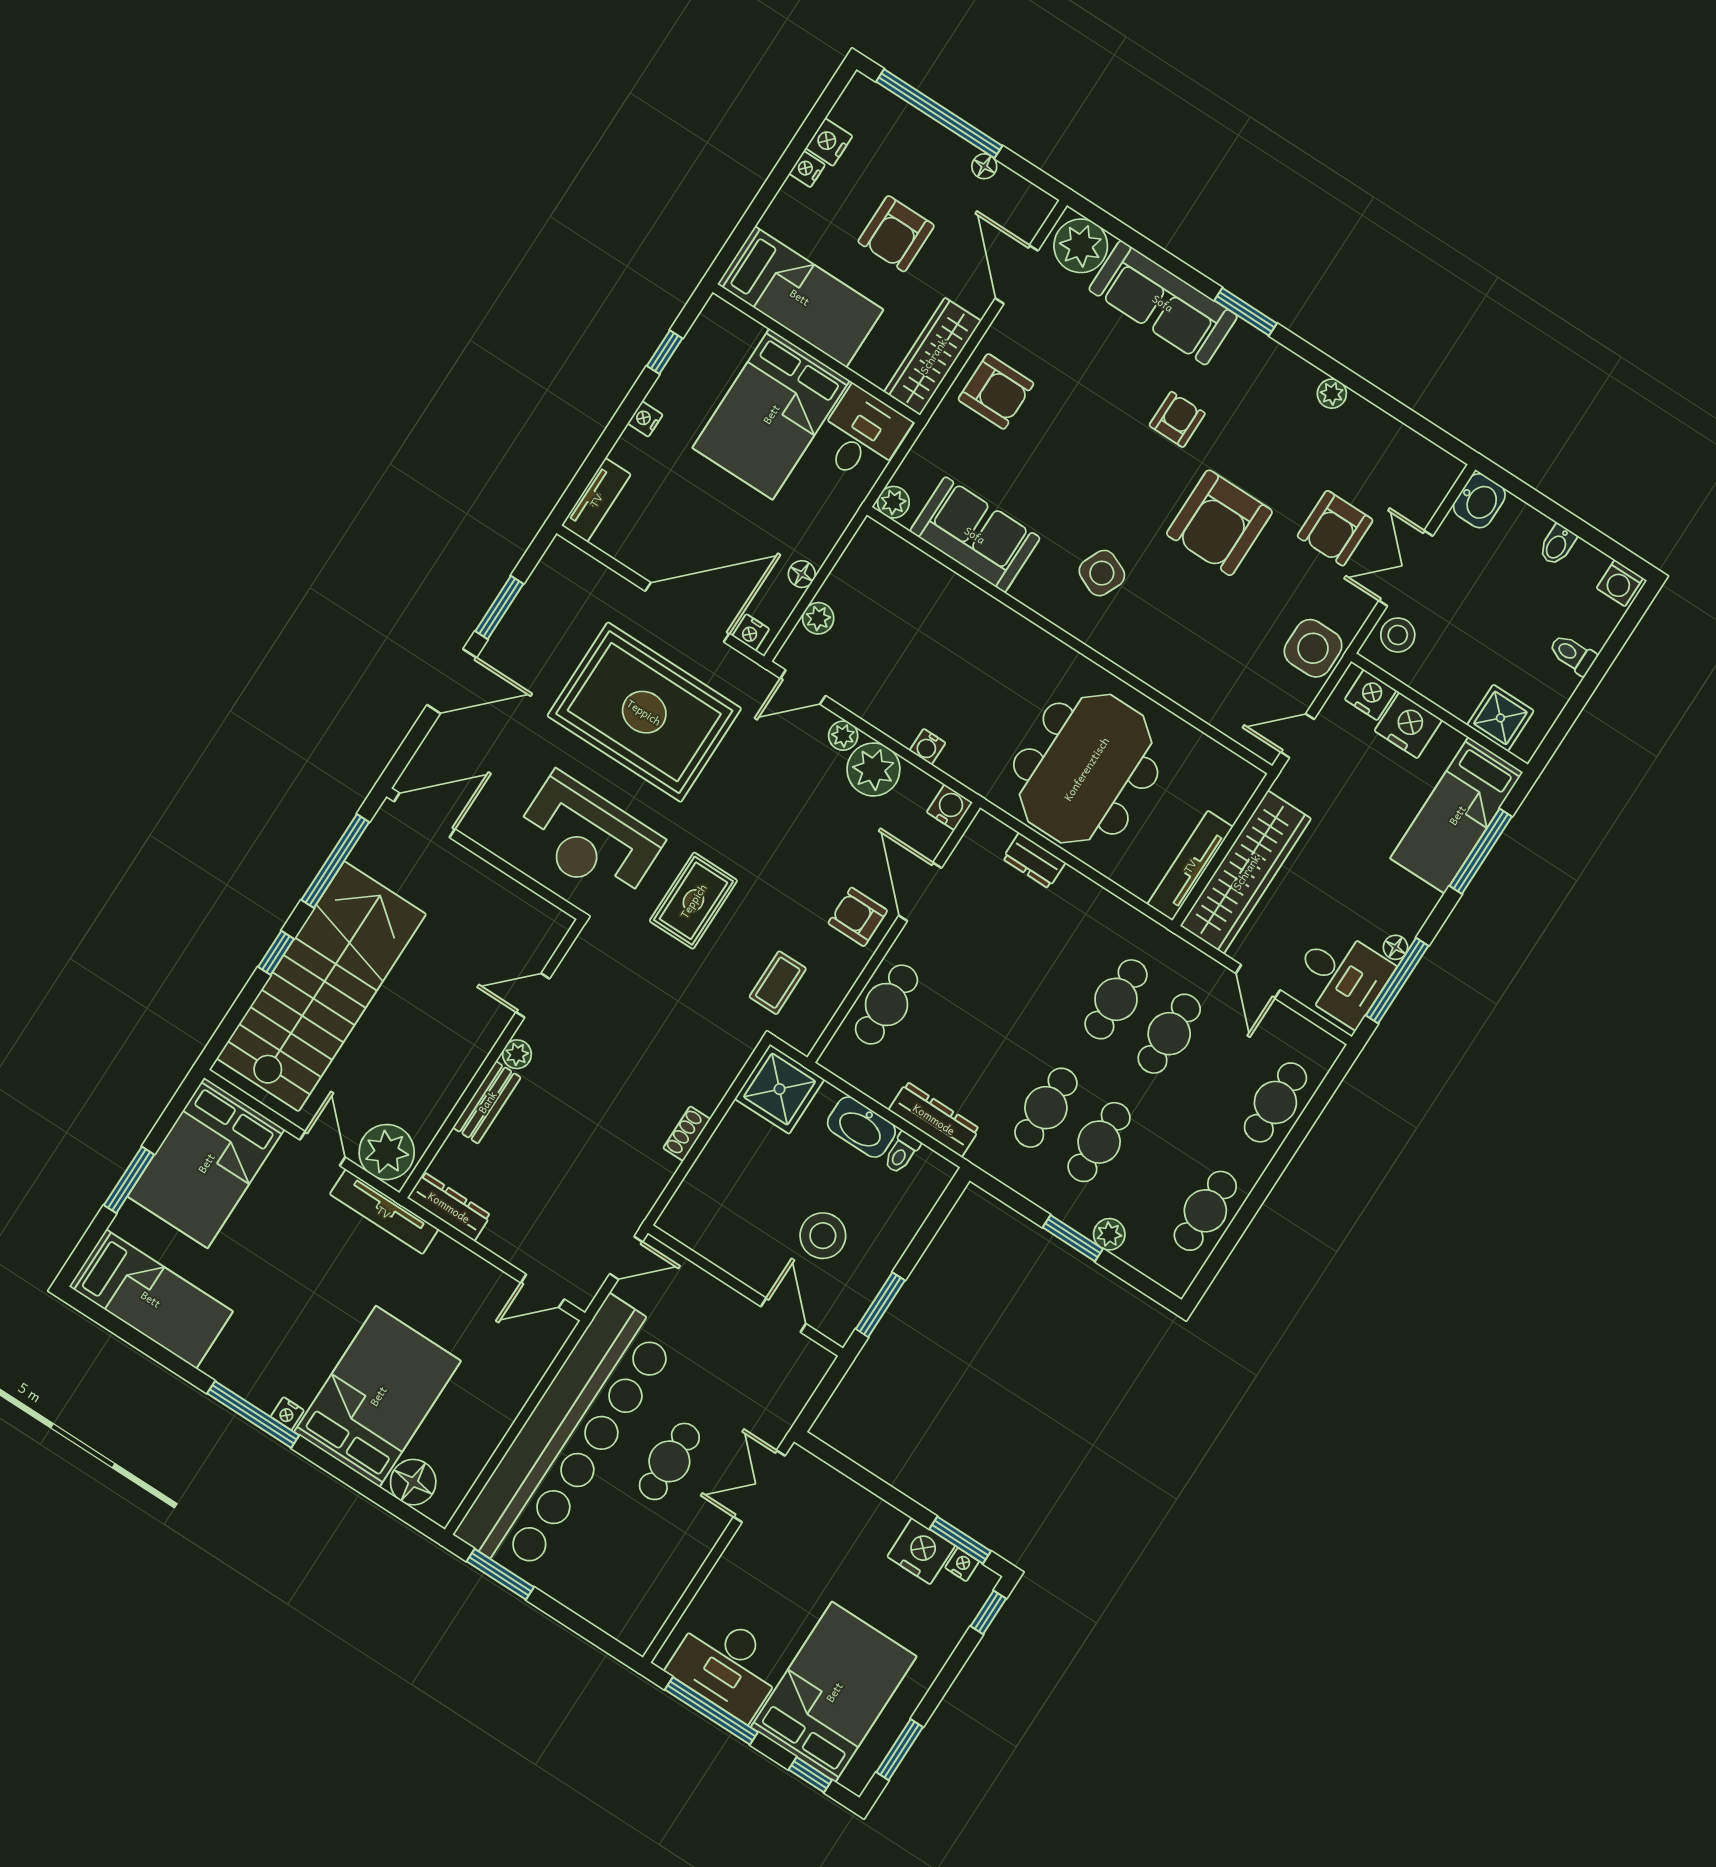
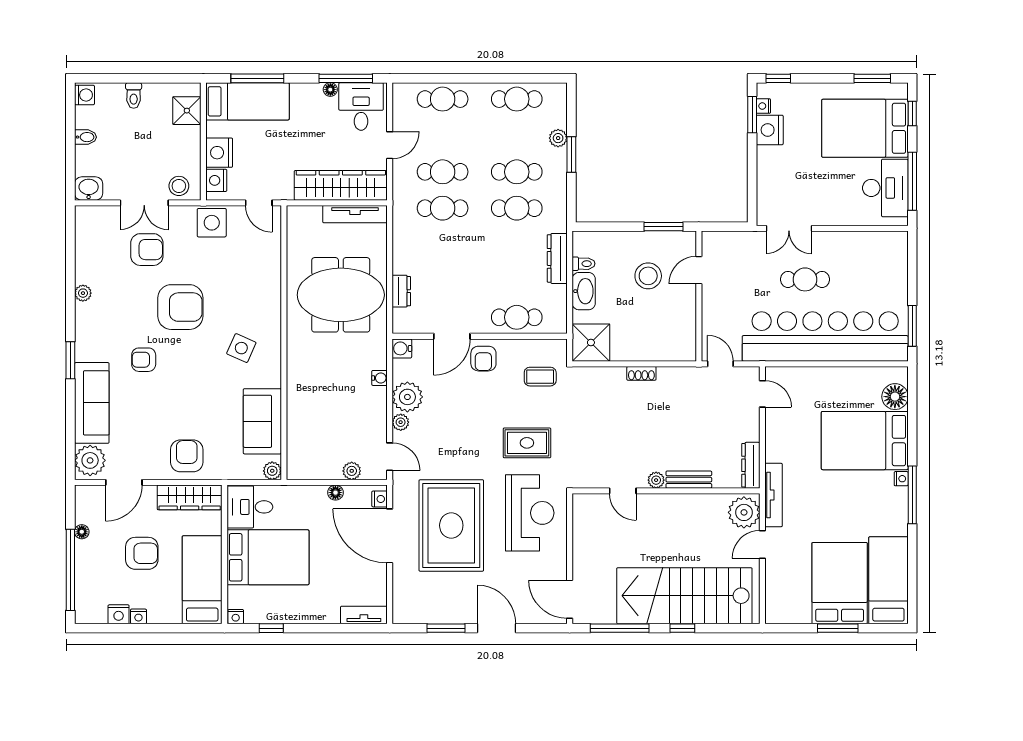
nightstand: (645, 419) -> (236, 617), moved
bed: (206, 1163) -> (840, 583), moved, turned -90

